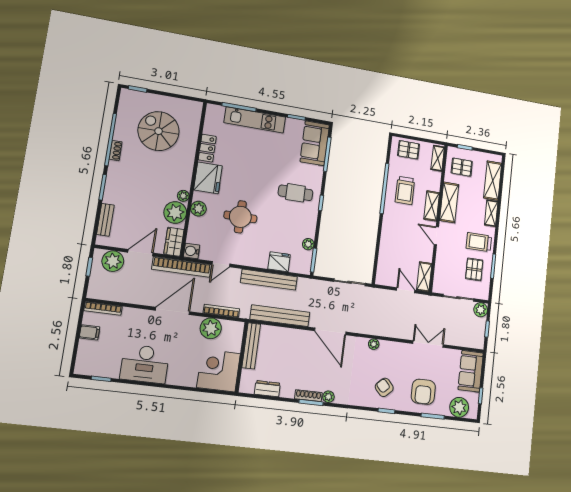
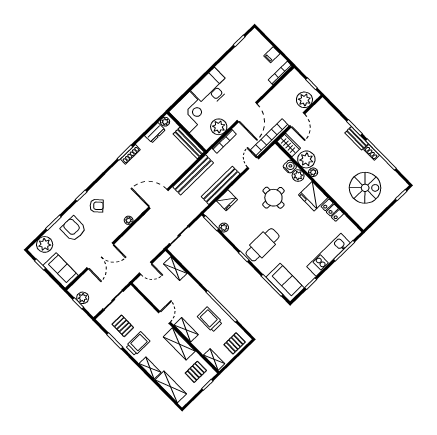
cafe table: (295, 193) -> (262, 245), width x1.37, depth x1.35
bench: (105, 220) -> (357, 138), moved
door: (436, 236) -> (164, 317), hinge flipped
water cooler: (192, 251) -> (290, 167), moved
shelving: (424, 277) -> (175, 269), moved
plant: (481, 310) -> (83, 298), moved
double door: (428, 344) -> (100, 256), width x1.37
desk: (145, 364) -> (212, 88), moved
plant: (328, 397) -> (165, 122), moved

